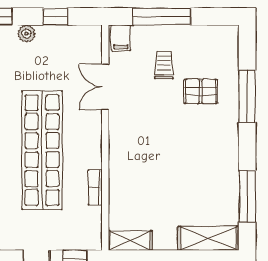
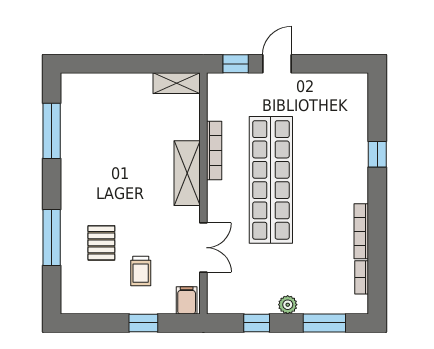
window: (161, 17) -> (143, 323), width x0.46
pallet: (201, 91) -> (101, 243), turned 90
bookcase: (95, 188) -> (214, 150), width x1.56
shelving: (208, 238) -> (187, 173), moved, turned 90

